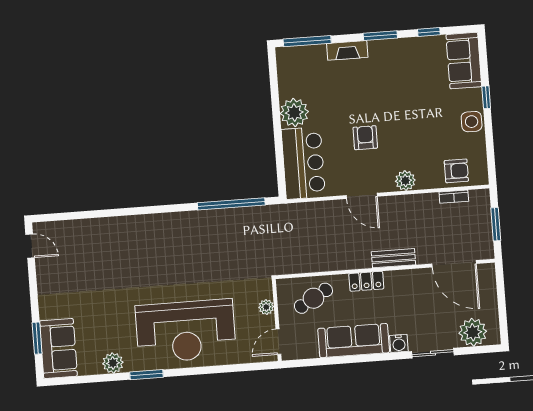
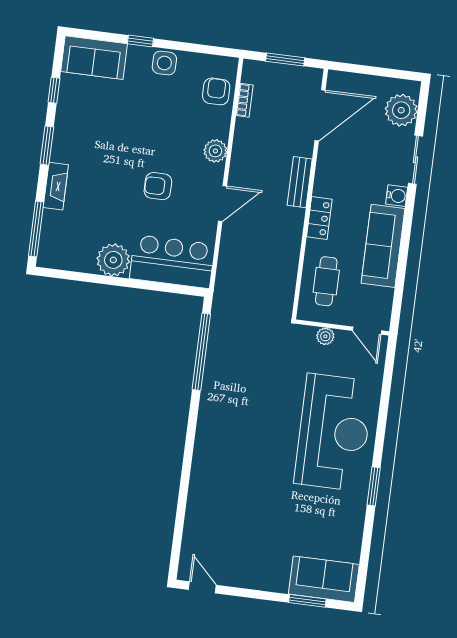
door: (30, 246) -> (202, 587), hinge flipped
cafe table: (313, 298) -> (326, 281), turned 30
plant: (113, 363) -> (353, 521), removed

